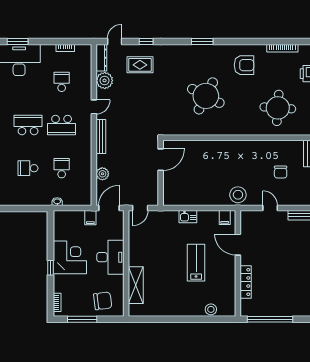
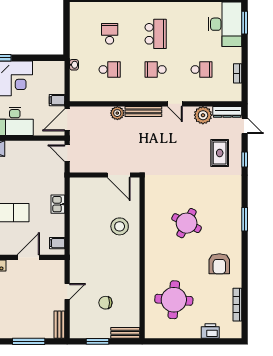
round table: (206, 96) -> (187, 223), width x0.73, depth x0.73
school desk: (62, 125) -> (156, 70), width x0.54
plant: (102, 174) -> (117, 113), moved
stool: (238, 195) -> (120, 226), moved
door: (109, 208) -> (67, 120), swing flipped

